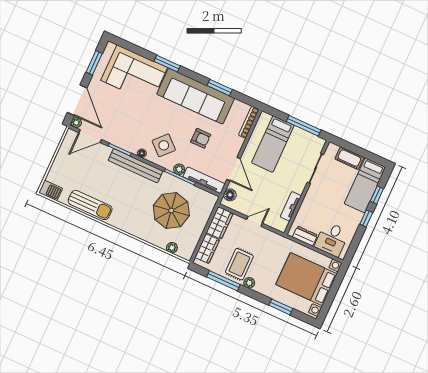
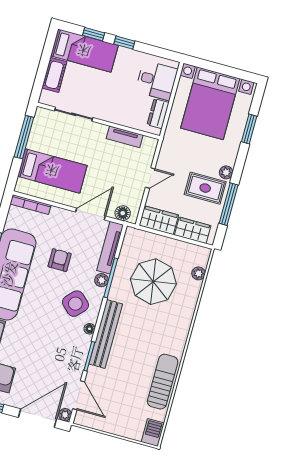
door: (255, 221) -> (150, 178), swing flipped

